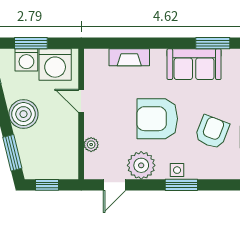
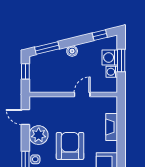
washing machine: (55, 65) -> (112, 72), width x0.53, depth x0.53
boiler: (24, 114) -> (72, 51), width x0.54, depth x0.54
plant: (91, 145) -> (53, 101), removed

